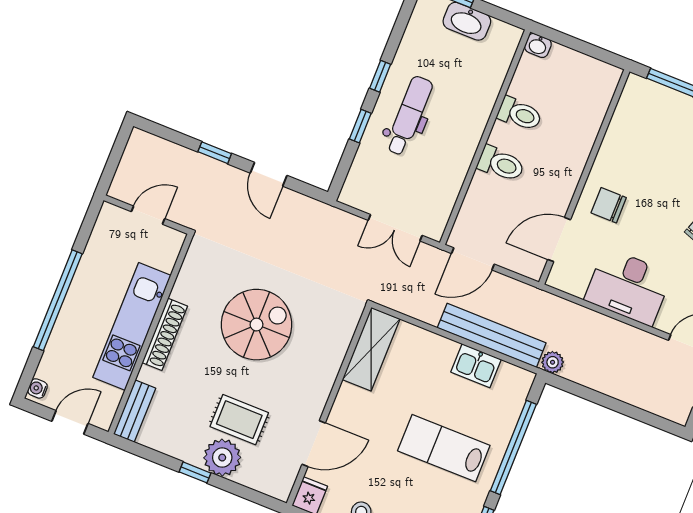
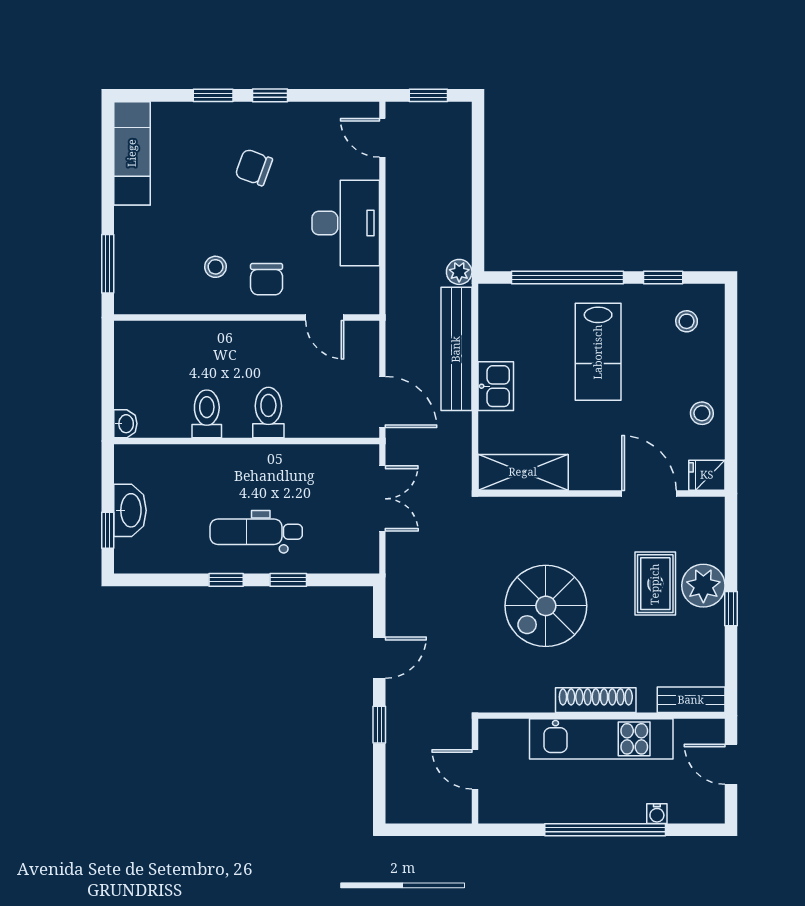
stool: (635, 168) -> (216, 267), added
door: (559, 240) -> (325, 318), width x0.73
spiral stairs: (257, 325) -> (546, 606), turned -90
kitchen sink: (476, 366) -> (496, 386), moved
water cooler: (38, 388) -> (657, 814), moved

